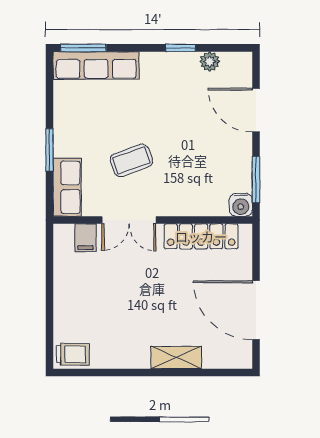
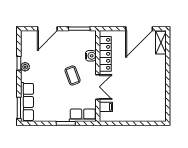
plant: (210, 61) -> (25, 67), moved
coffee table: (131, 160) -> (73, 76), moved
water cooler: (241, 205) -> (91, 56), moved
trolley: (73, 354) -> (159, 113), removed
shelving: (176, 357) -> (161, 43), moved

